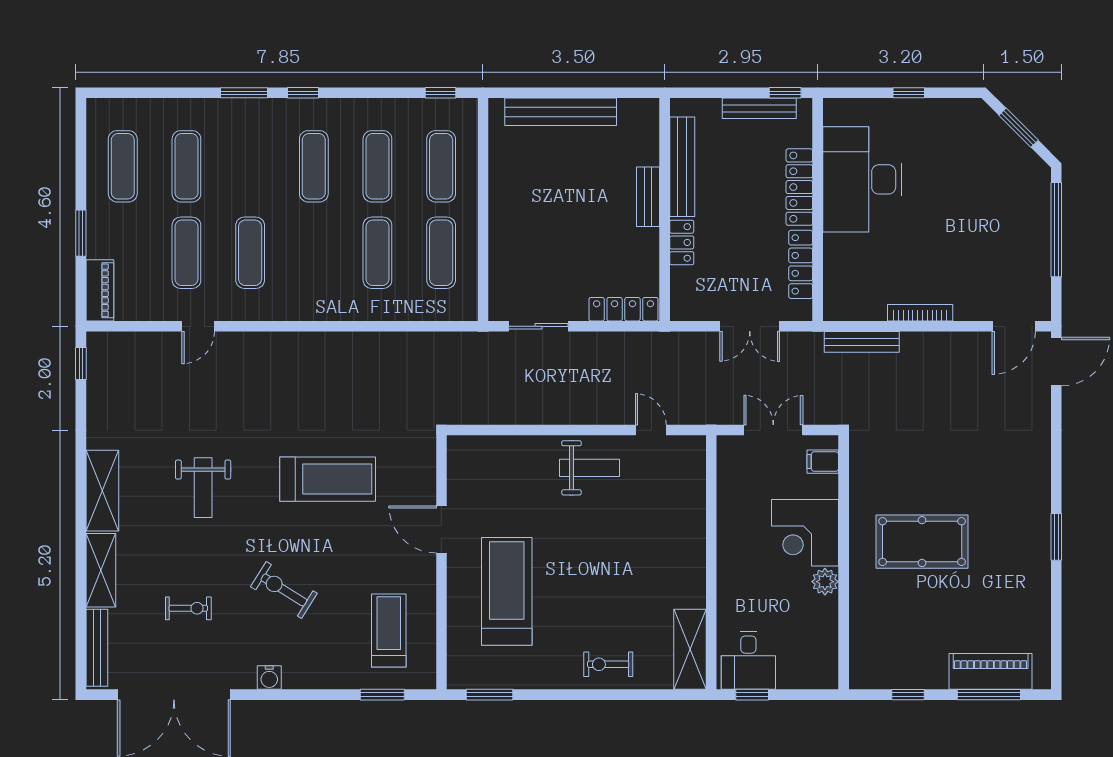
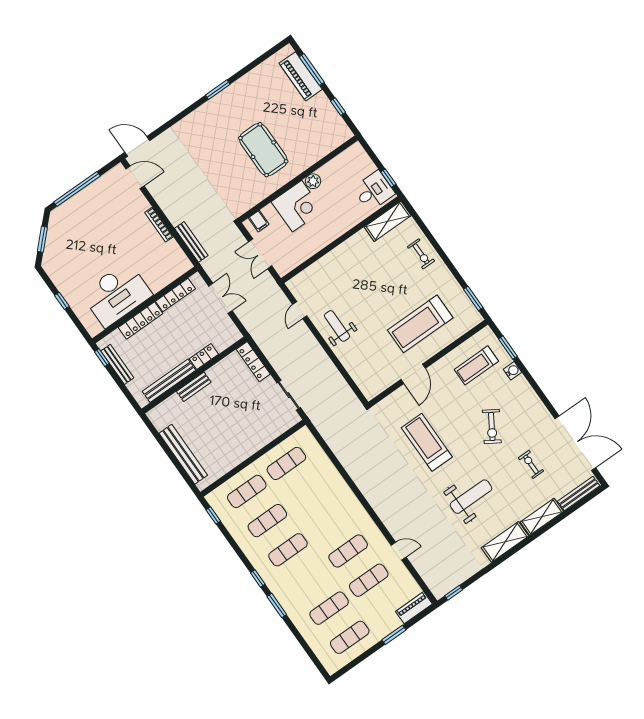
exercise mat: (377, 253) -> (307, 493), removed
weight bench: (203, 488) -> (471, 497), width x1.36, depth x1.33
water cooler: (269, 678) -> (513, 371), moved

